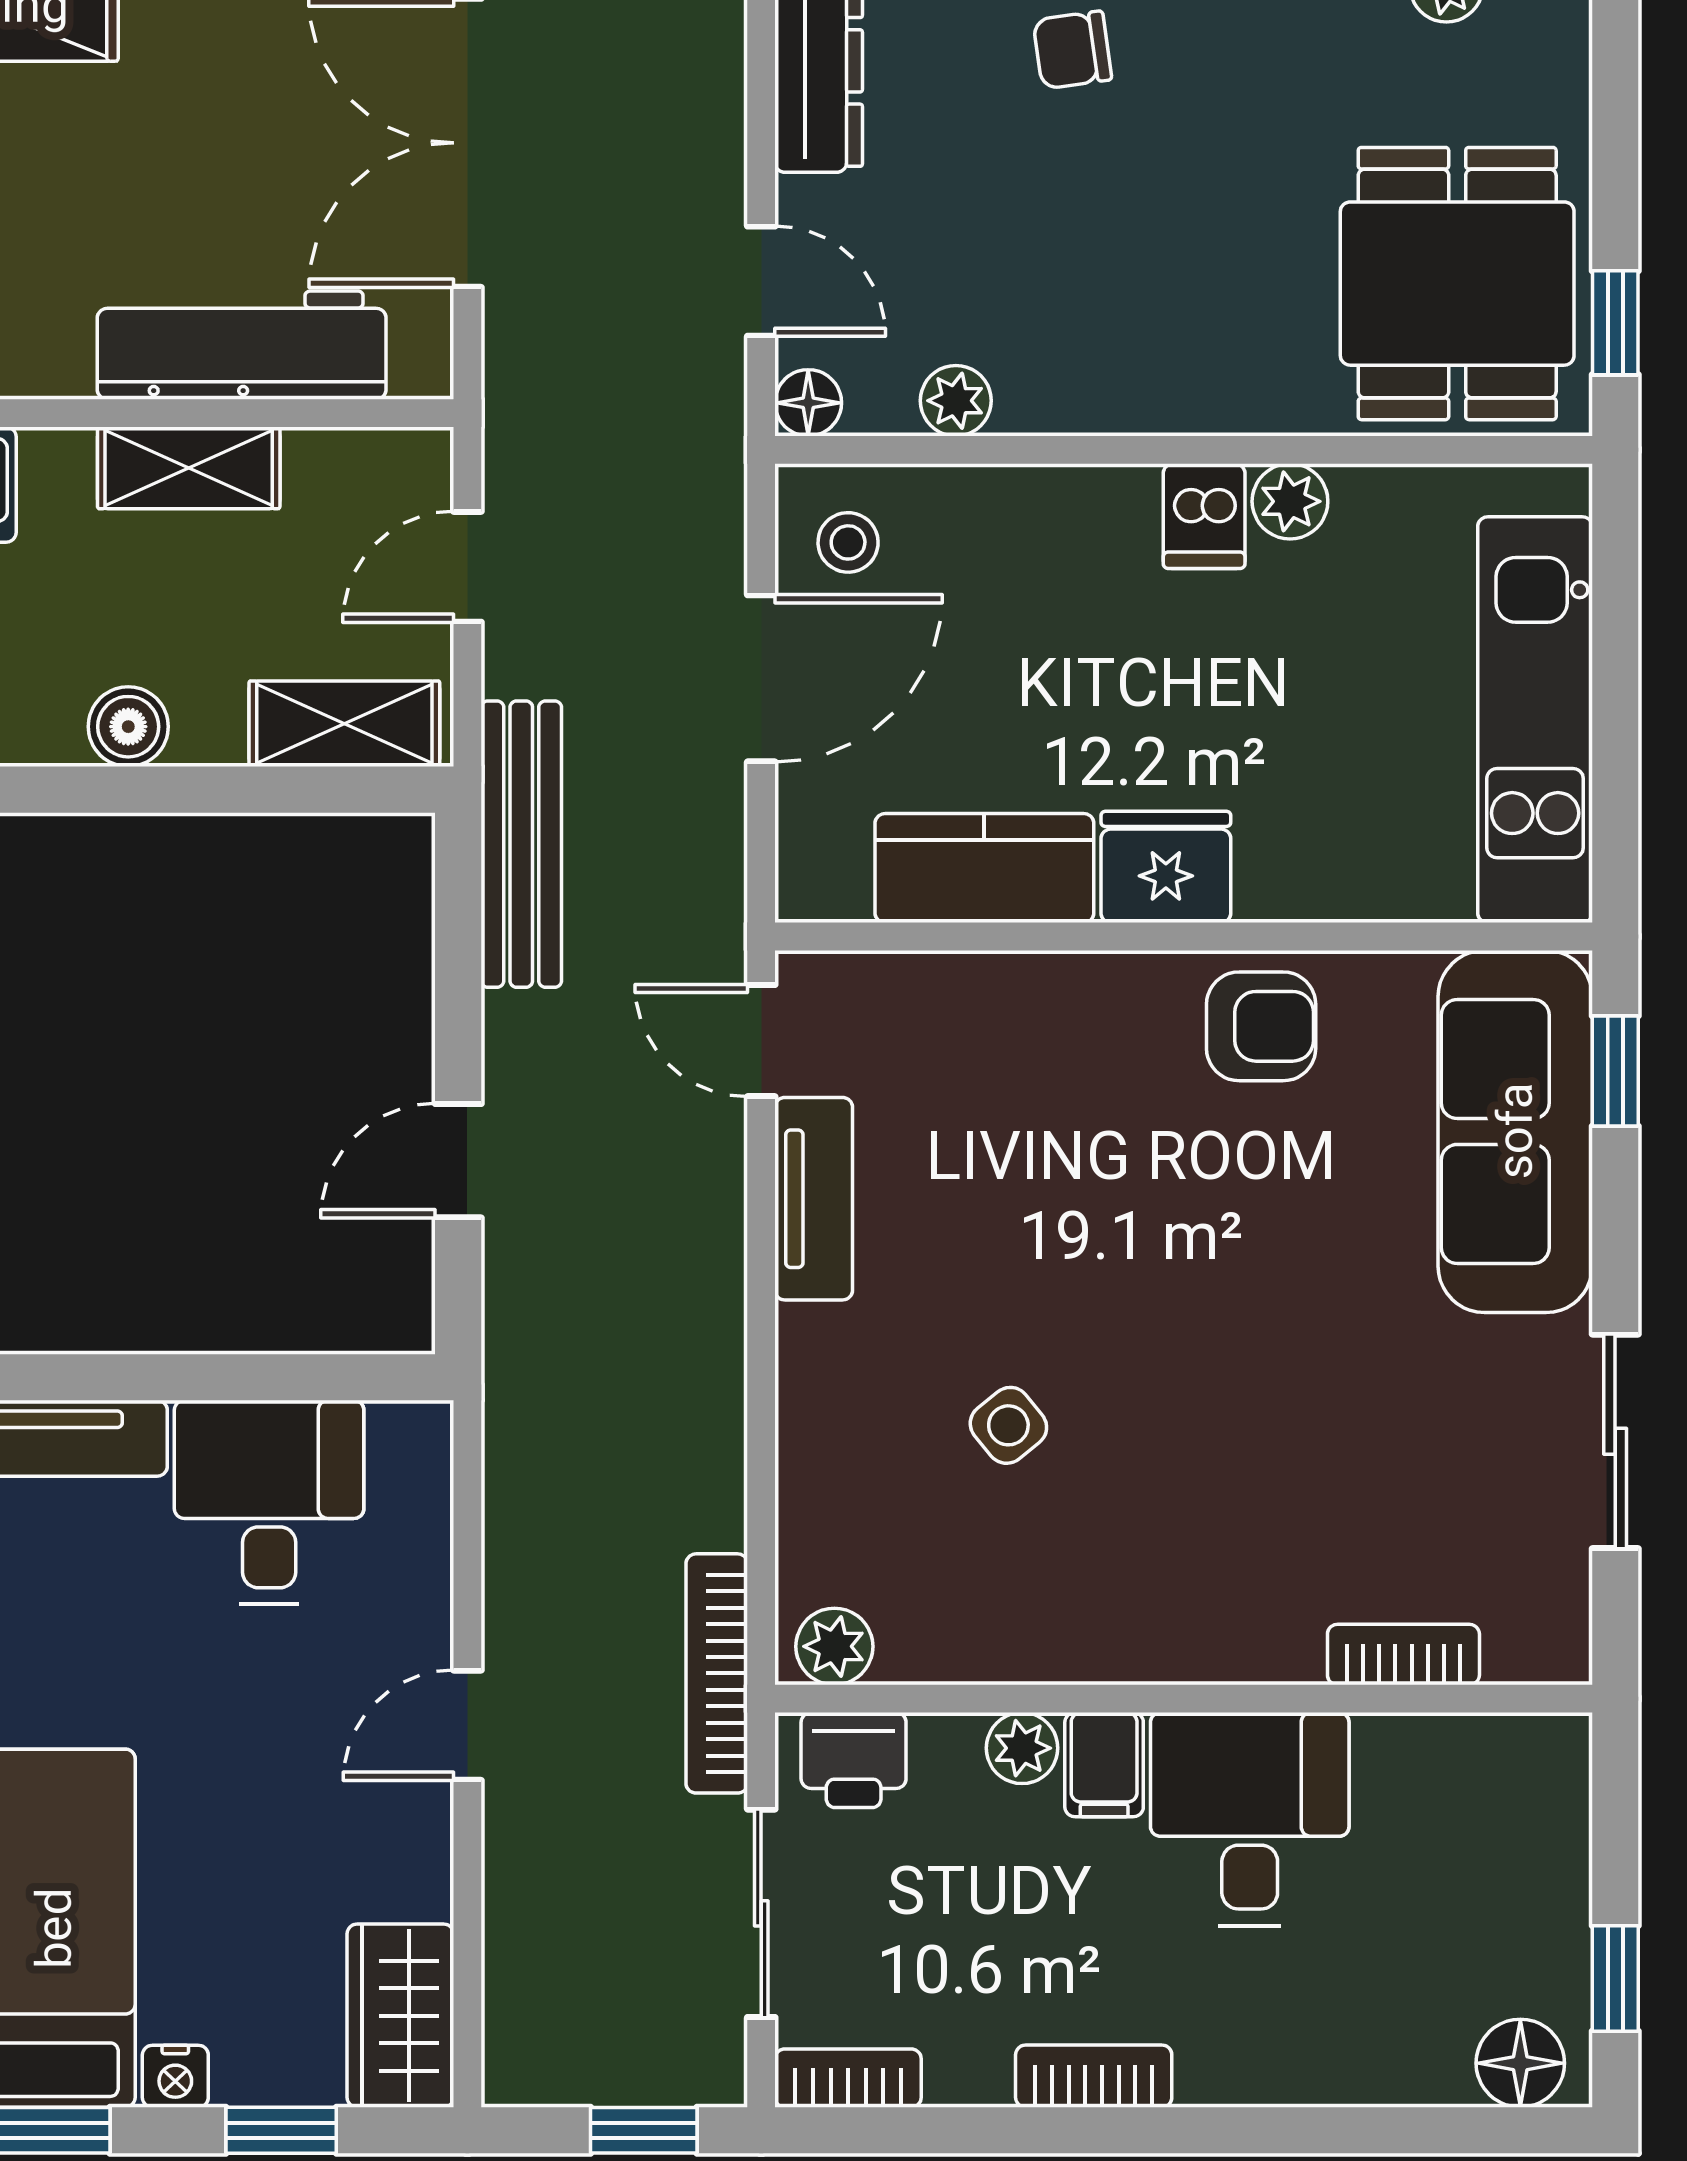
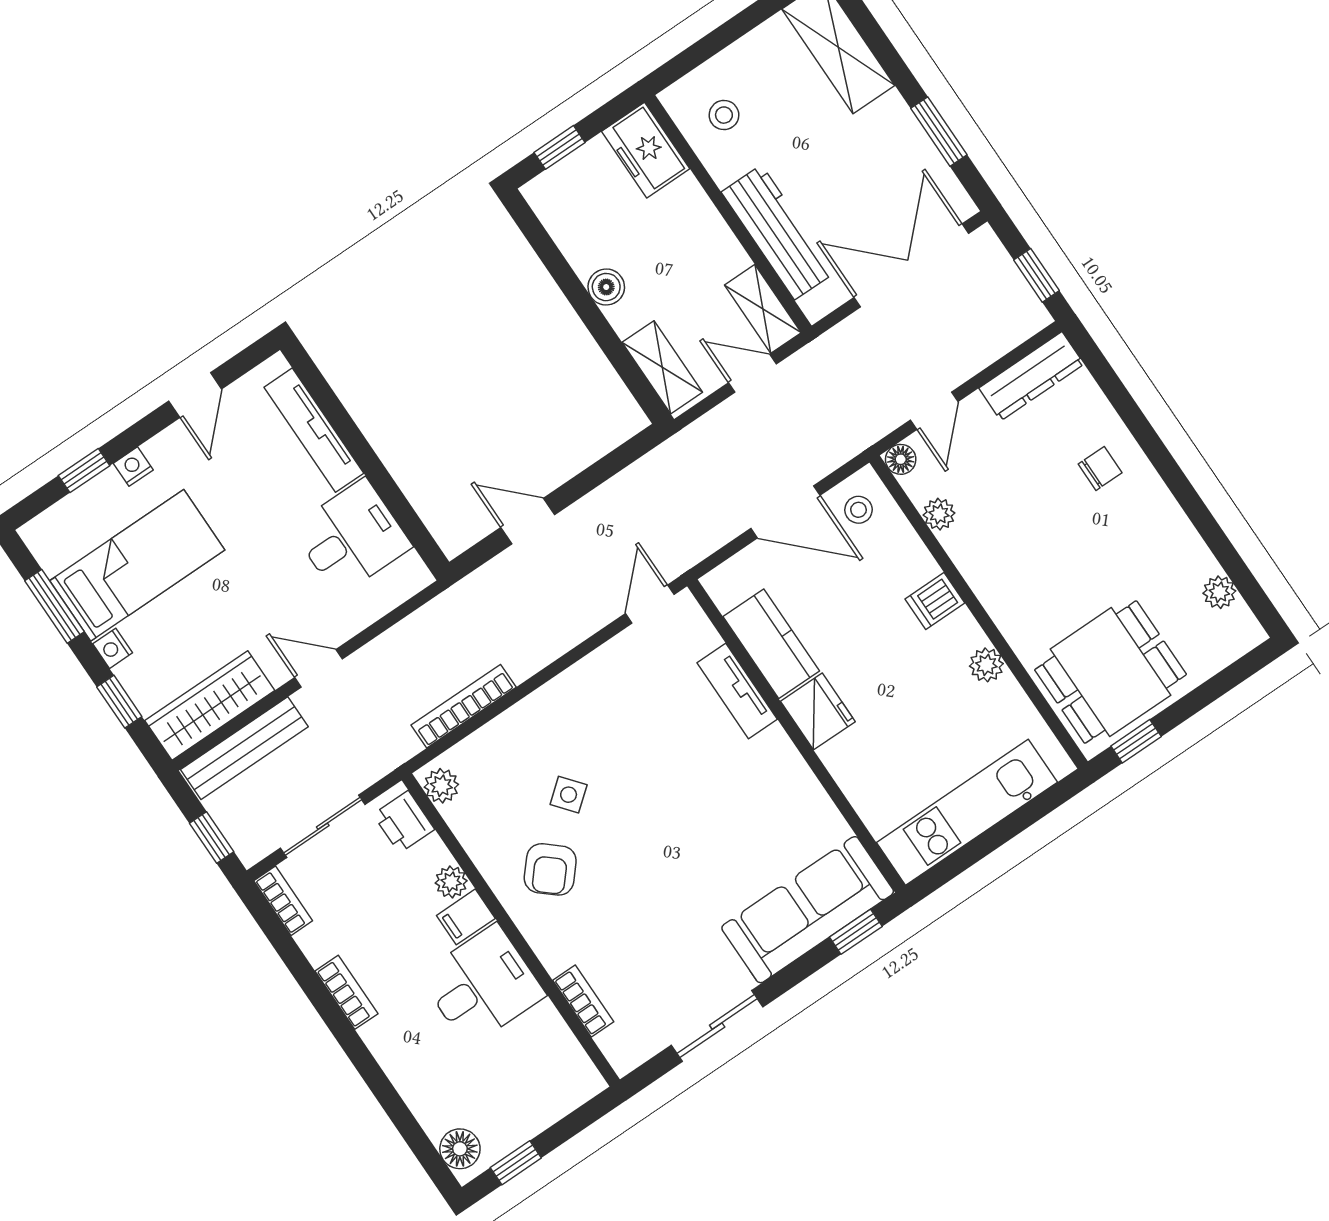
chair: (1072, 50) -> (1100, 468), turned 98
shelving: (189, 468) -> (763, 309), moved
dishwasher: (1204, 516) -> (935, 601), moved
bench: (521, 844) -> (244, 748), moved
armchair: (1261, 1026) -> (550, 869), moved, turned 41
tv unit: (814, 1199) -> (737, 691), moved, turned 90
bookcase: (717, 1673) -> (464, 706), moved
wardrobe: (400, 2016) -> (210, 705), width x1.50

